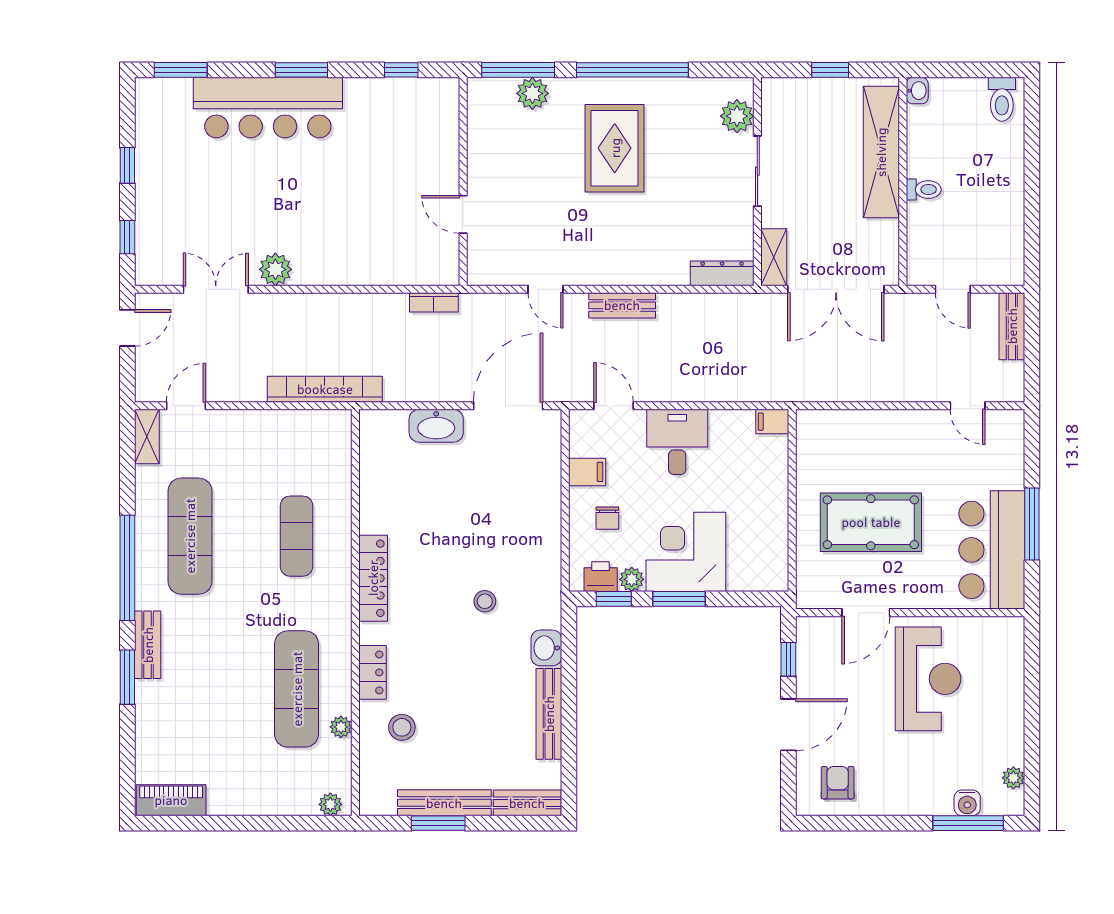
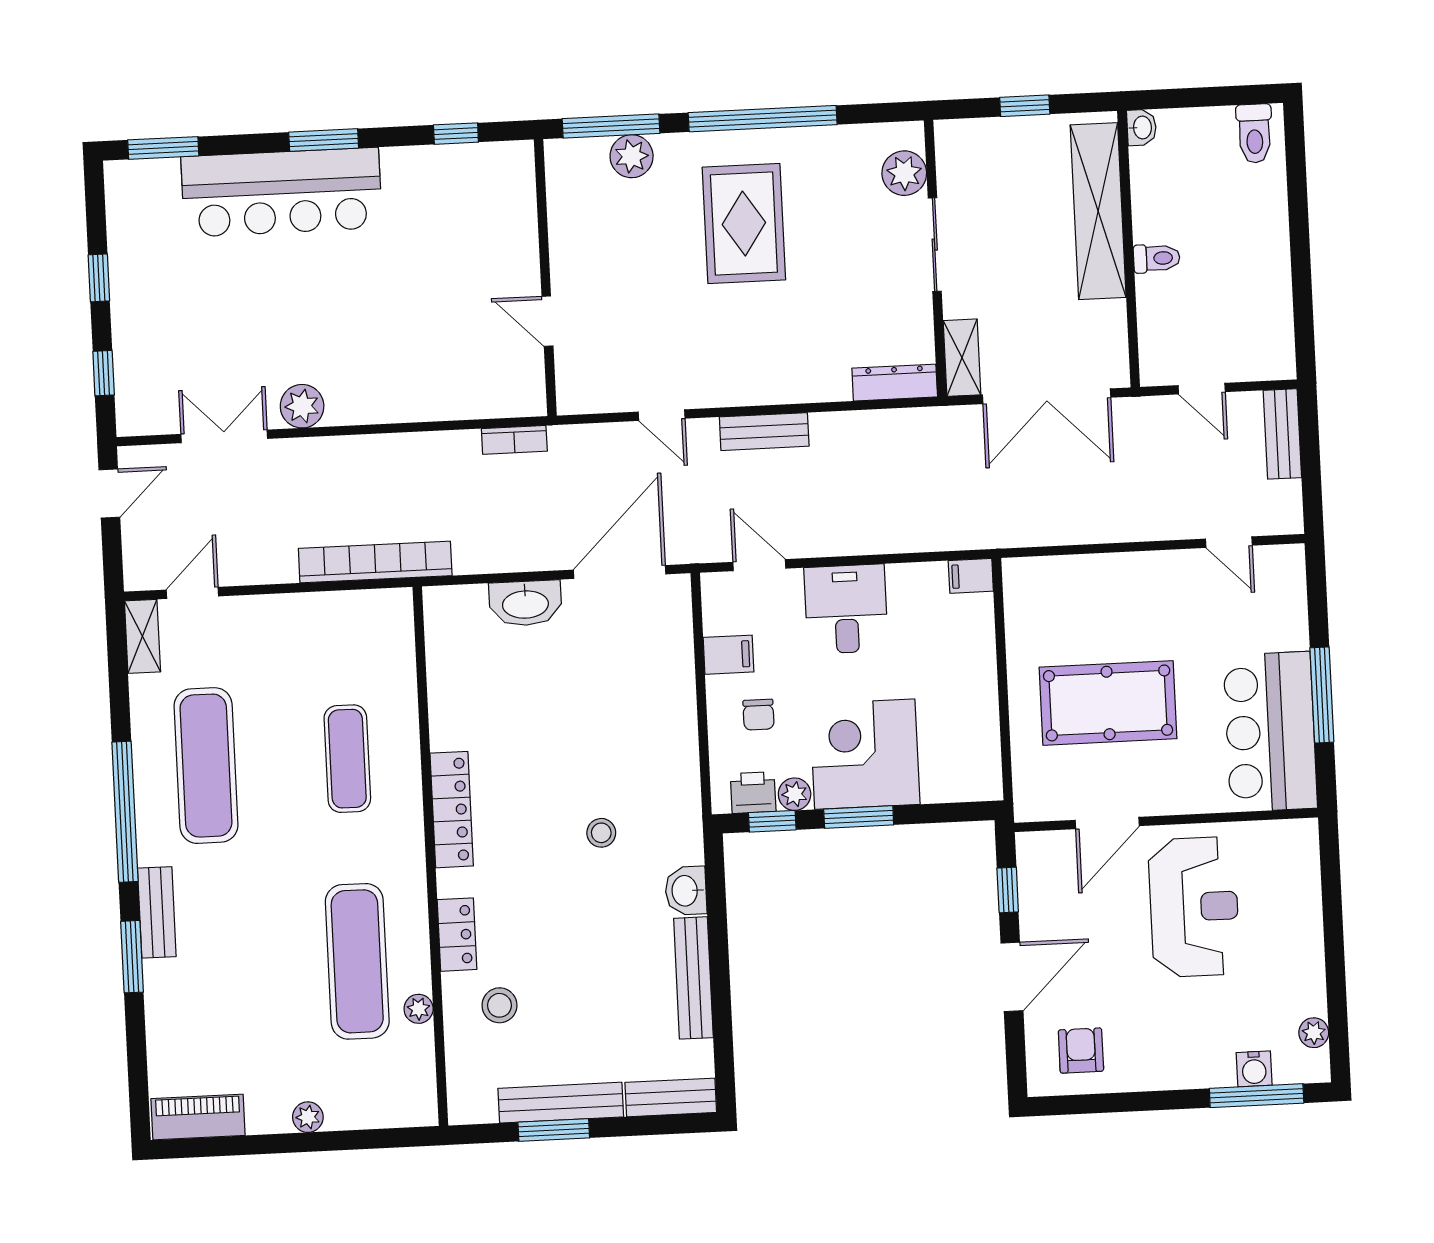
plant: (330, 804) -> (308, 1117), moved

